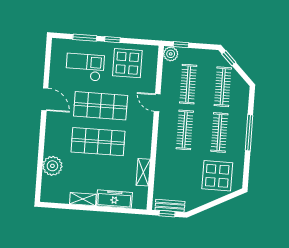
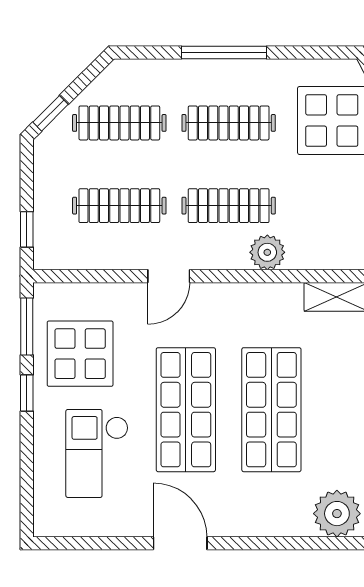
window: (85, 38) -> (27, 326), moved
plant: (171, 54) -> (267, 252), moved
door: (45, 99) -> (180, 543), hinge flipped

